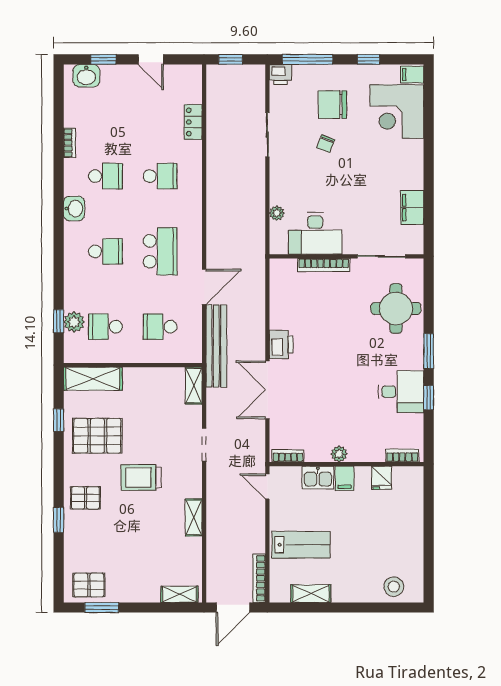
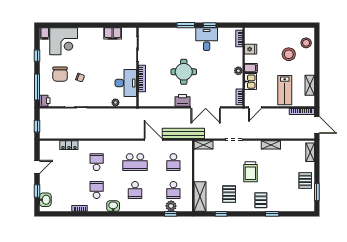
school desk: (105, 251) -> (135, 190), turned 180
school desk: (160, 251) -> (135, 162), turned 180
round table: (396, 309) -> (184, 72), moved
pallet: (97, 436) -> (229, 194), width x0.67, depth x0.71
lab bench: (301, 545) -> (285, 90), turned 180
stool: (371, 553) -> (289, 54), added
pallet: (89, 585) -> (305, 181), moved

